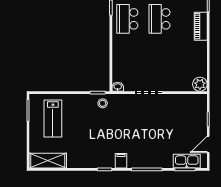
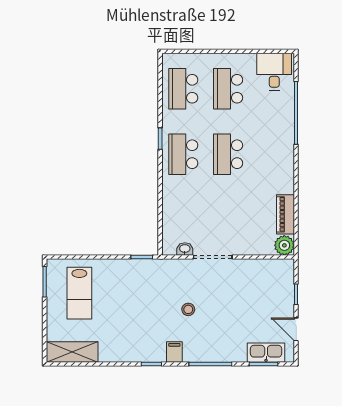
piano: (201, 26) -> (286, 214), moved
washbasin: (118, 87) -> (185, 249), moved
stool: (103, 103) -> (188, 309), moved
door: (208, 144) -> (296, 329), hinge flipped

